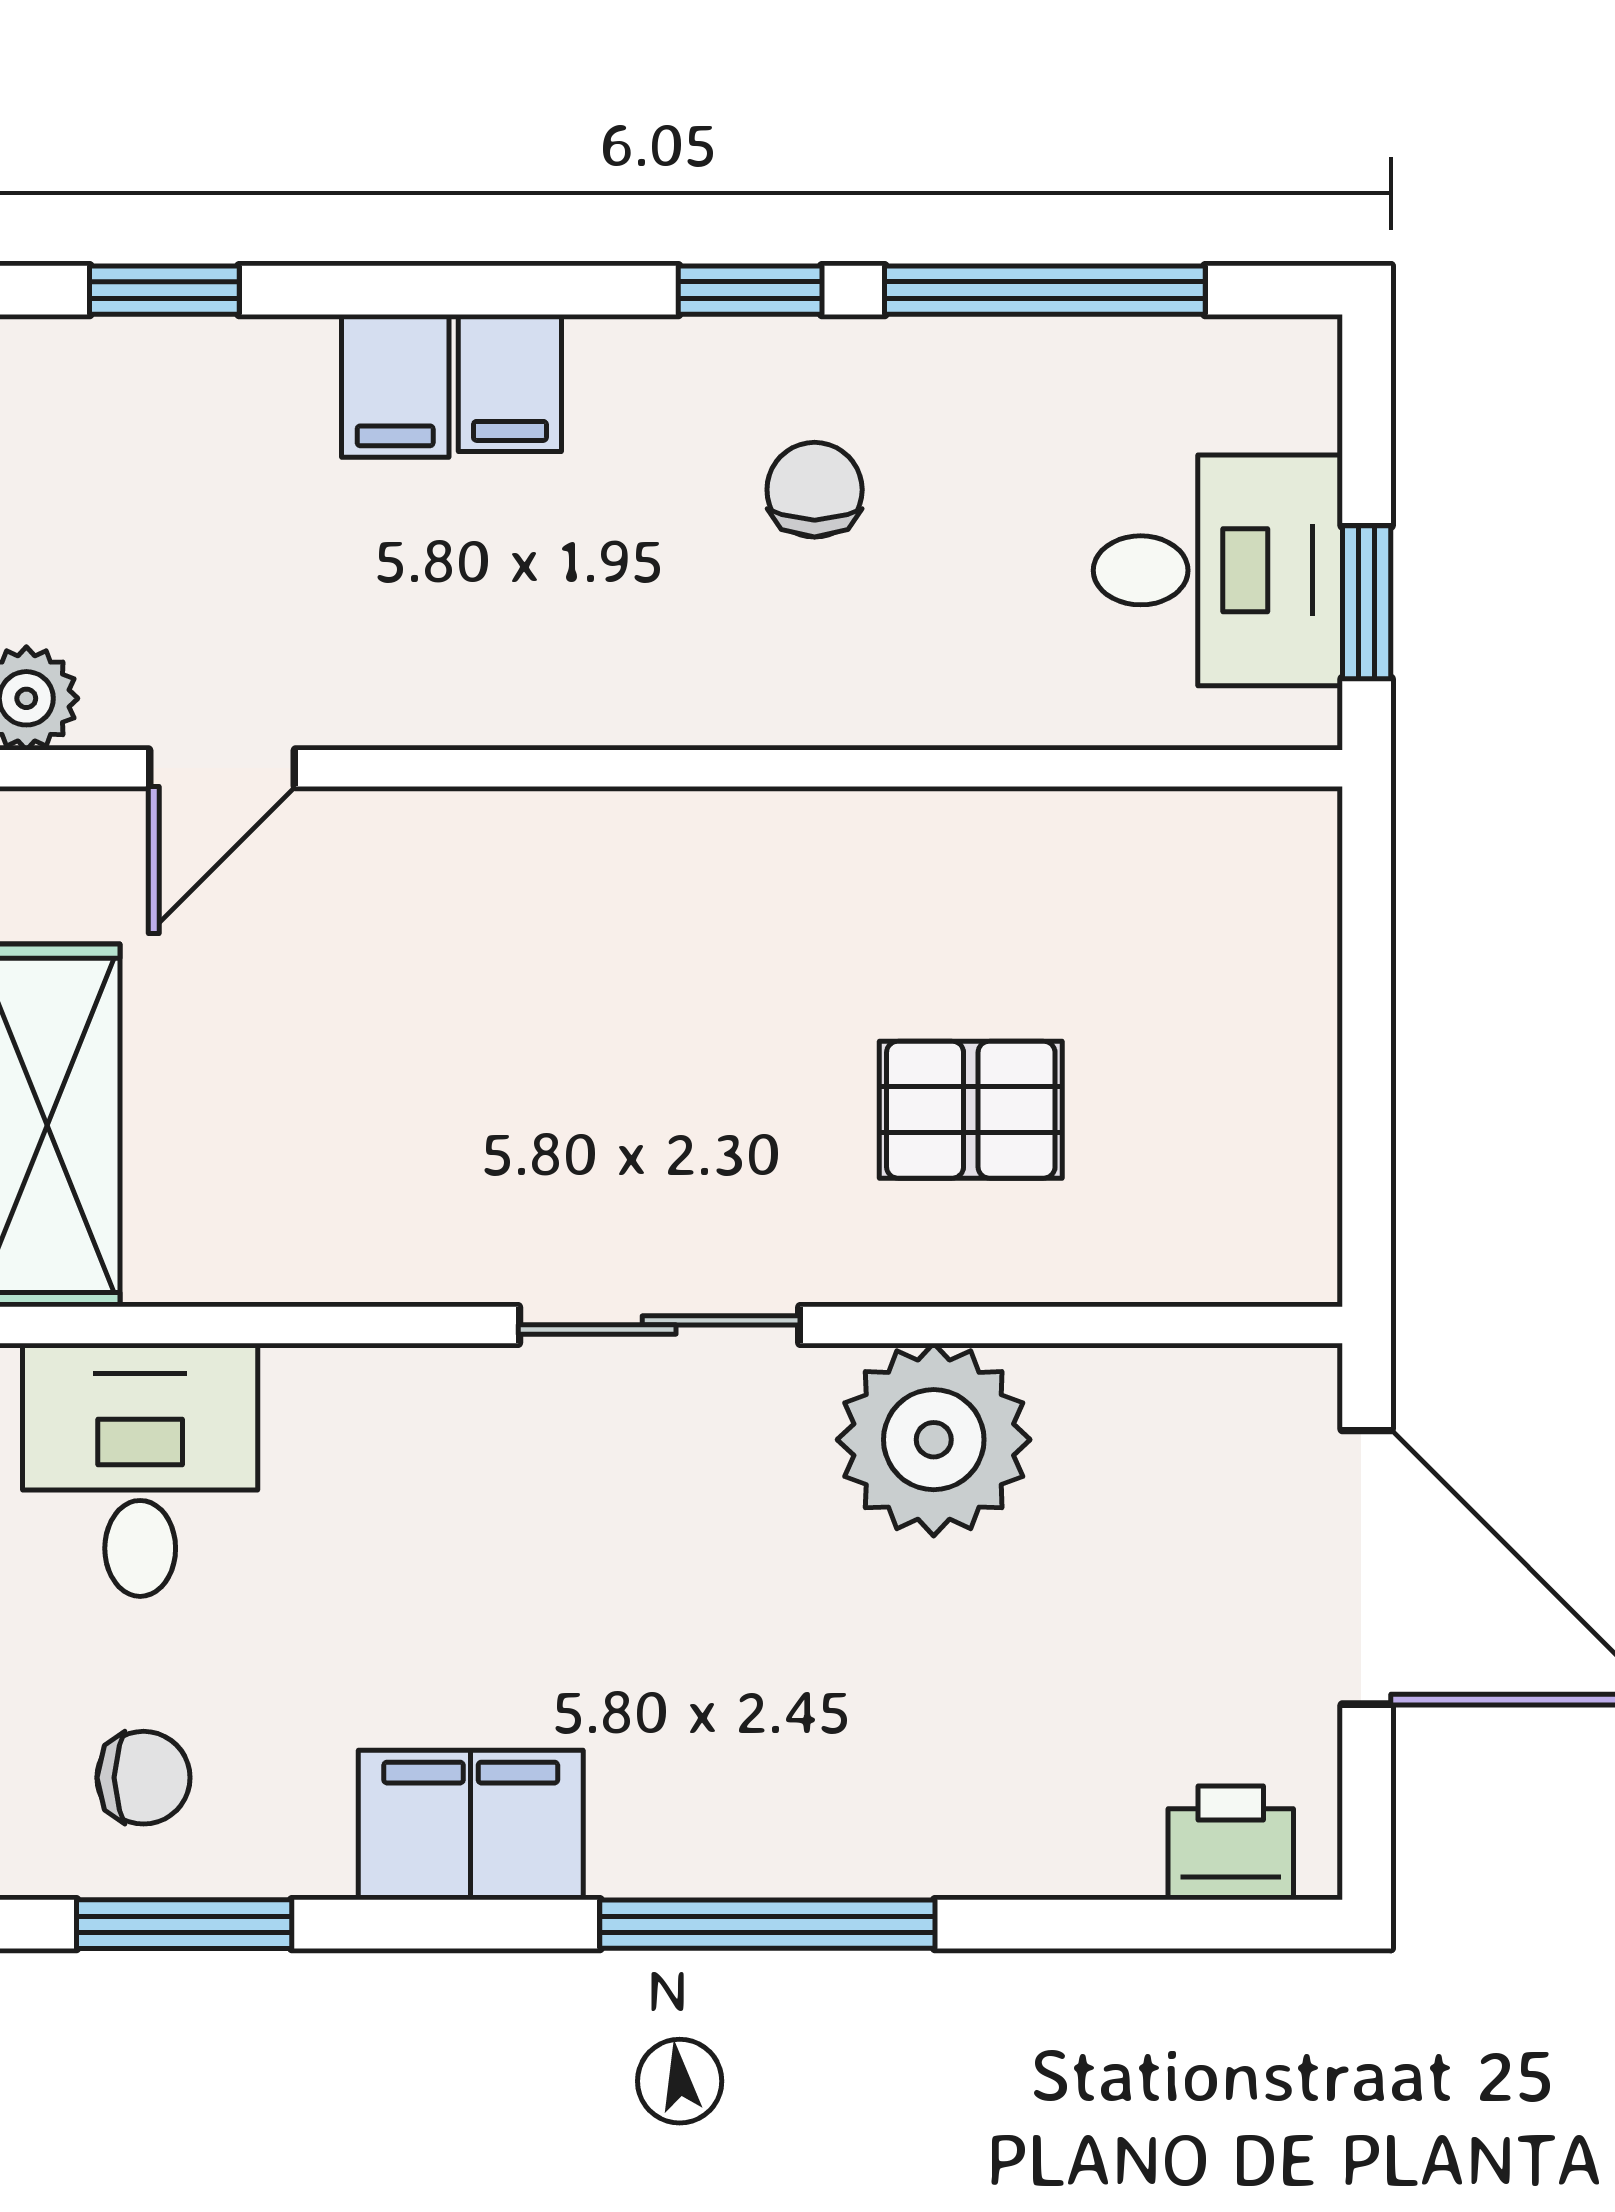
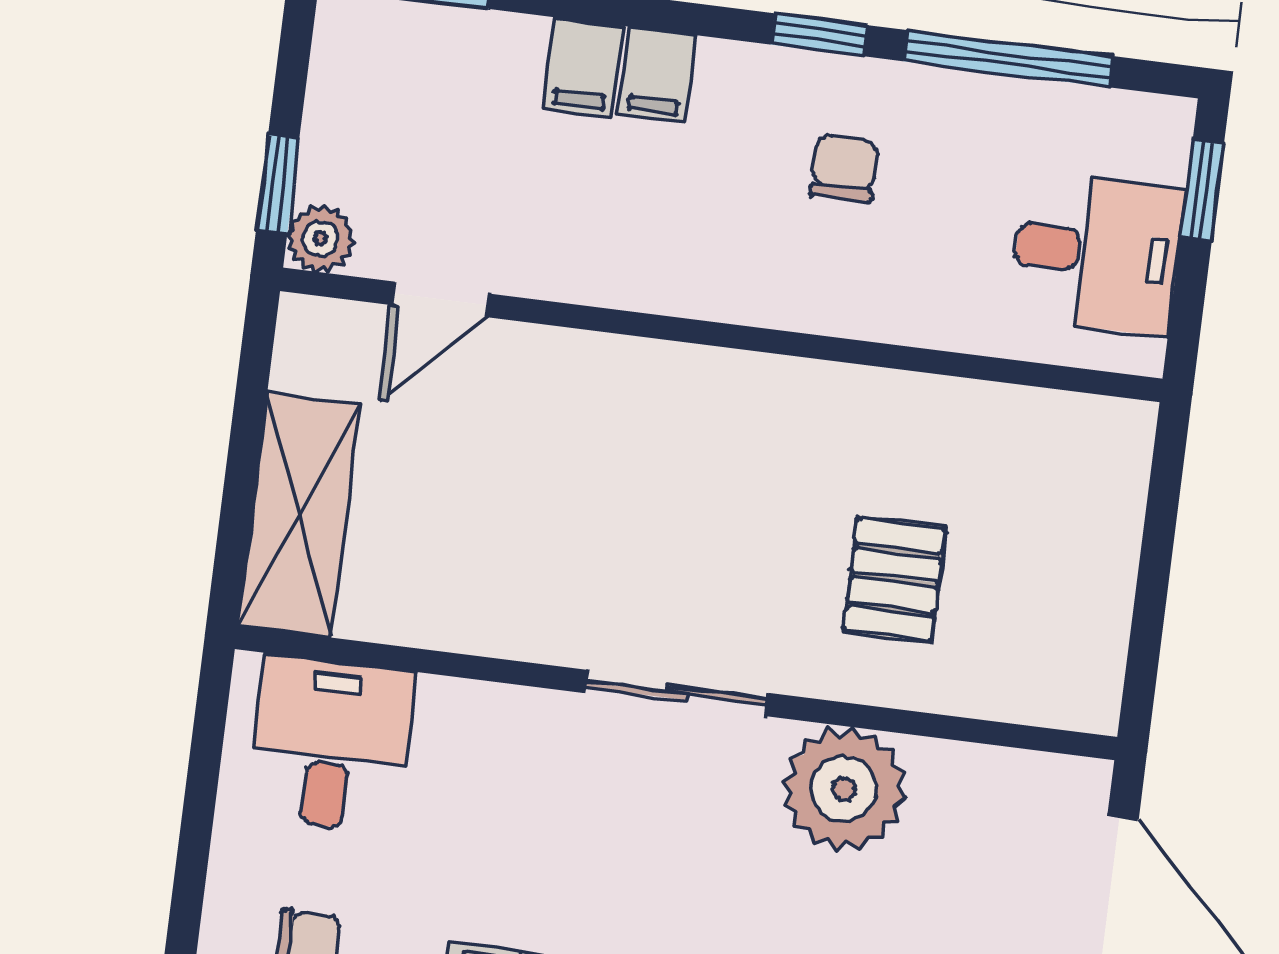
window: (1367, 602) -> (1202, 191), moved
pallet: (971, 1110) -> (894, 580), turned 90

